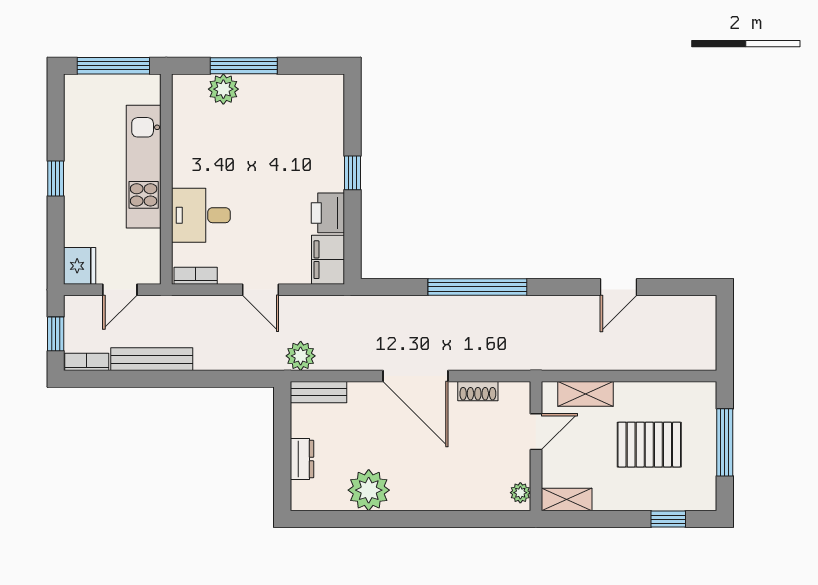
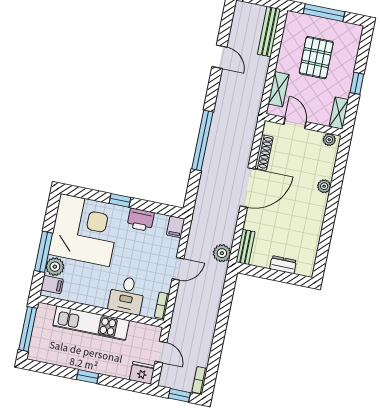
filing cabinet: (193, 91) -> (52, 285), added
corner desk: (293, 126) -> (85, 230), added
filing cabinet: (328, 260) -> (176, 227), width x0.50
bench: (152, 359) -> (269, 32), moved
shoe rack: (478, 391) -> (264, 153), width x1.43
plant: (369, 490) -> (324, 186), moved, width x0.53, depth x0.53
window: (668, 519) -> (357, 83), moved

